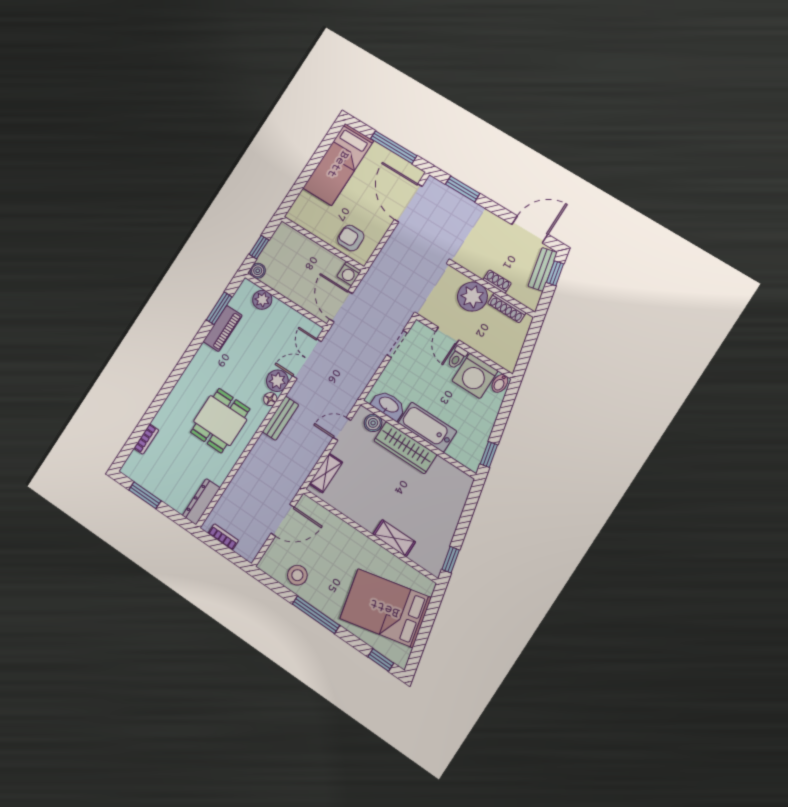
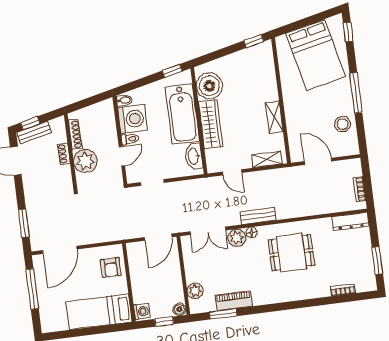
bed: (338, 164) -> (99, 312), moved, turned 180
washing machine: (349, 274) -> (142, 311), moved
boiler: (373, 423) -> (209, 86), moved, width x1.86, depth x1.86
bathtub: (427, 427) -> (182, 114), width x1.36, depth x1.36
shelving: (394, 538) -> (274, 117), moved

